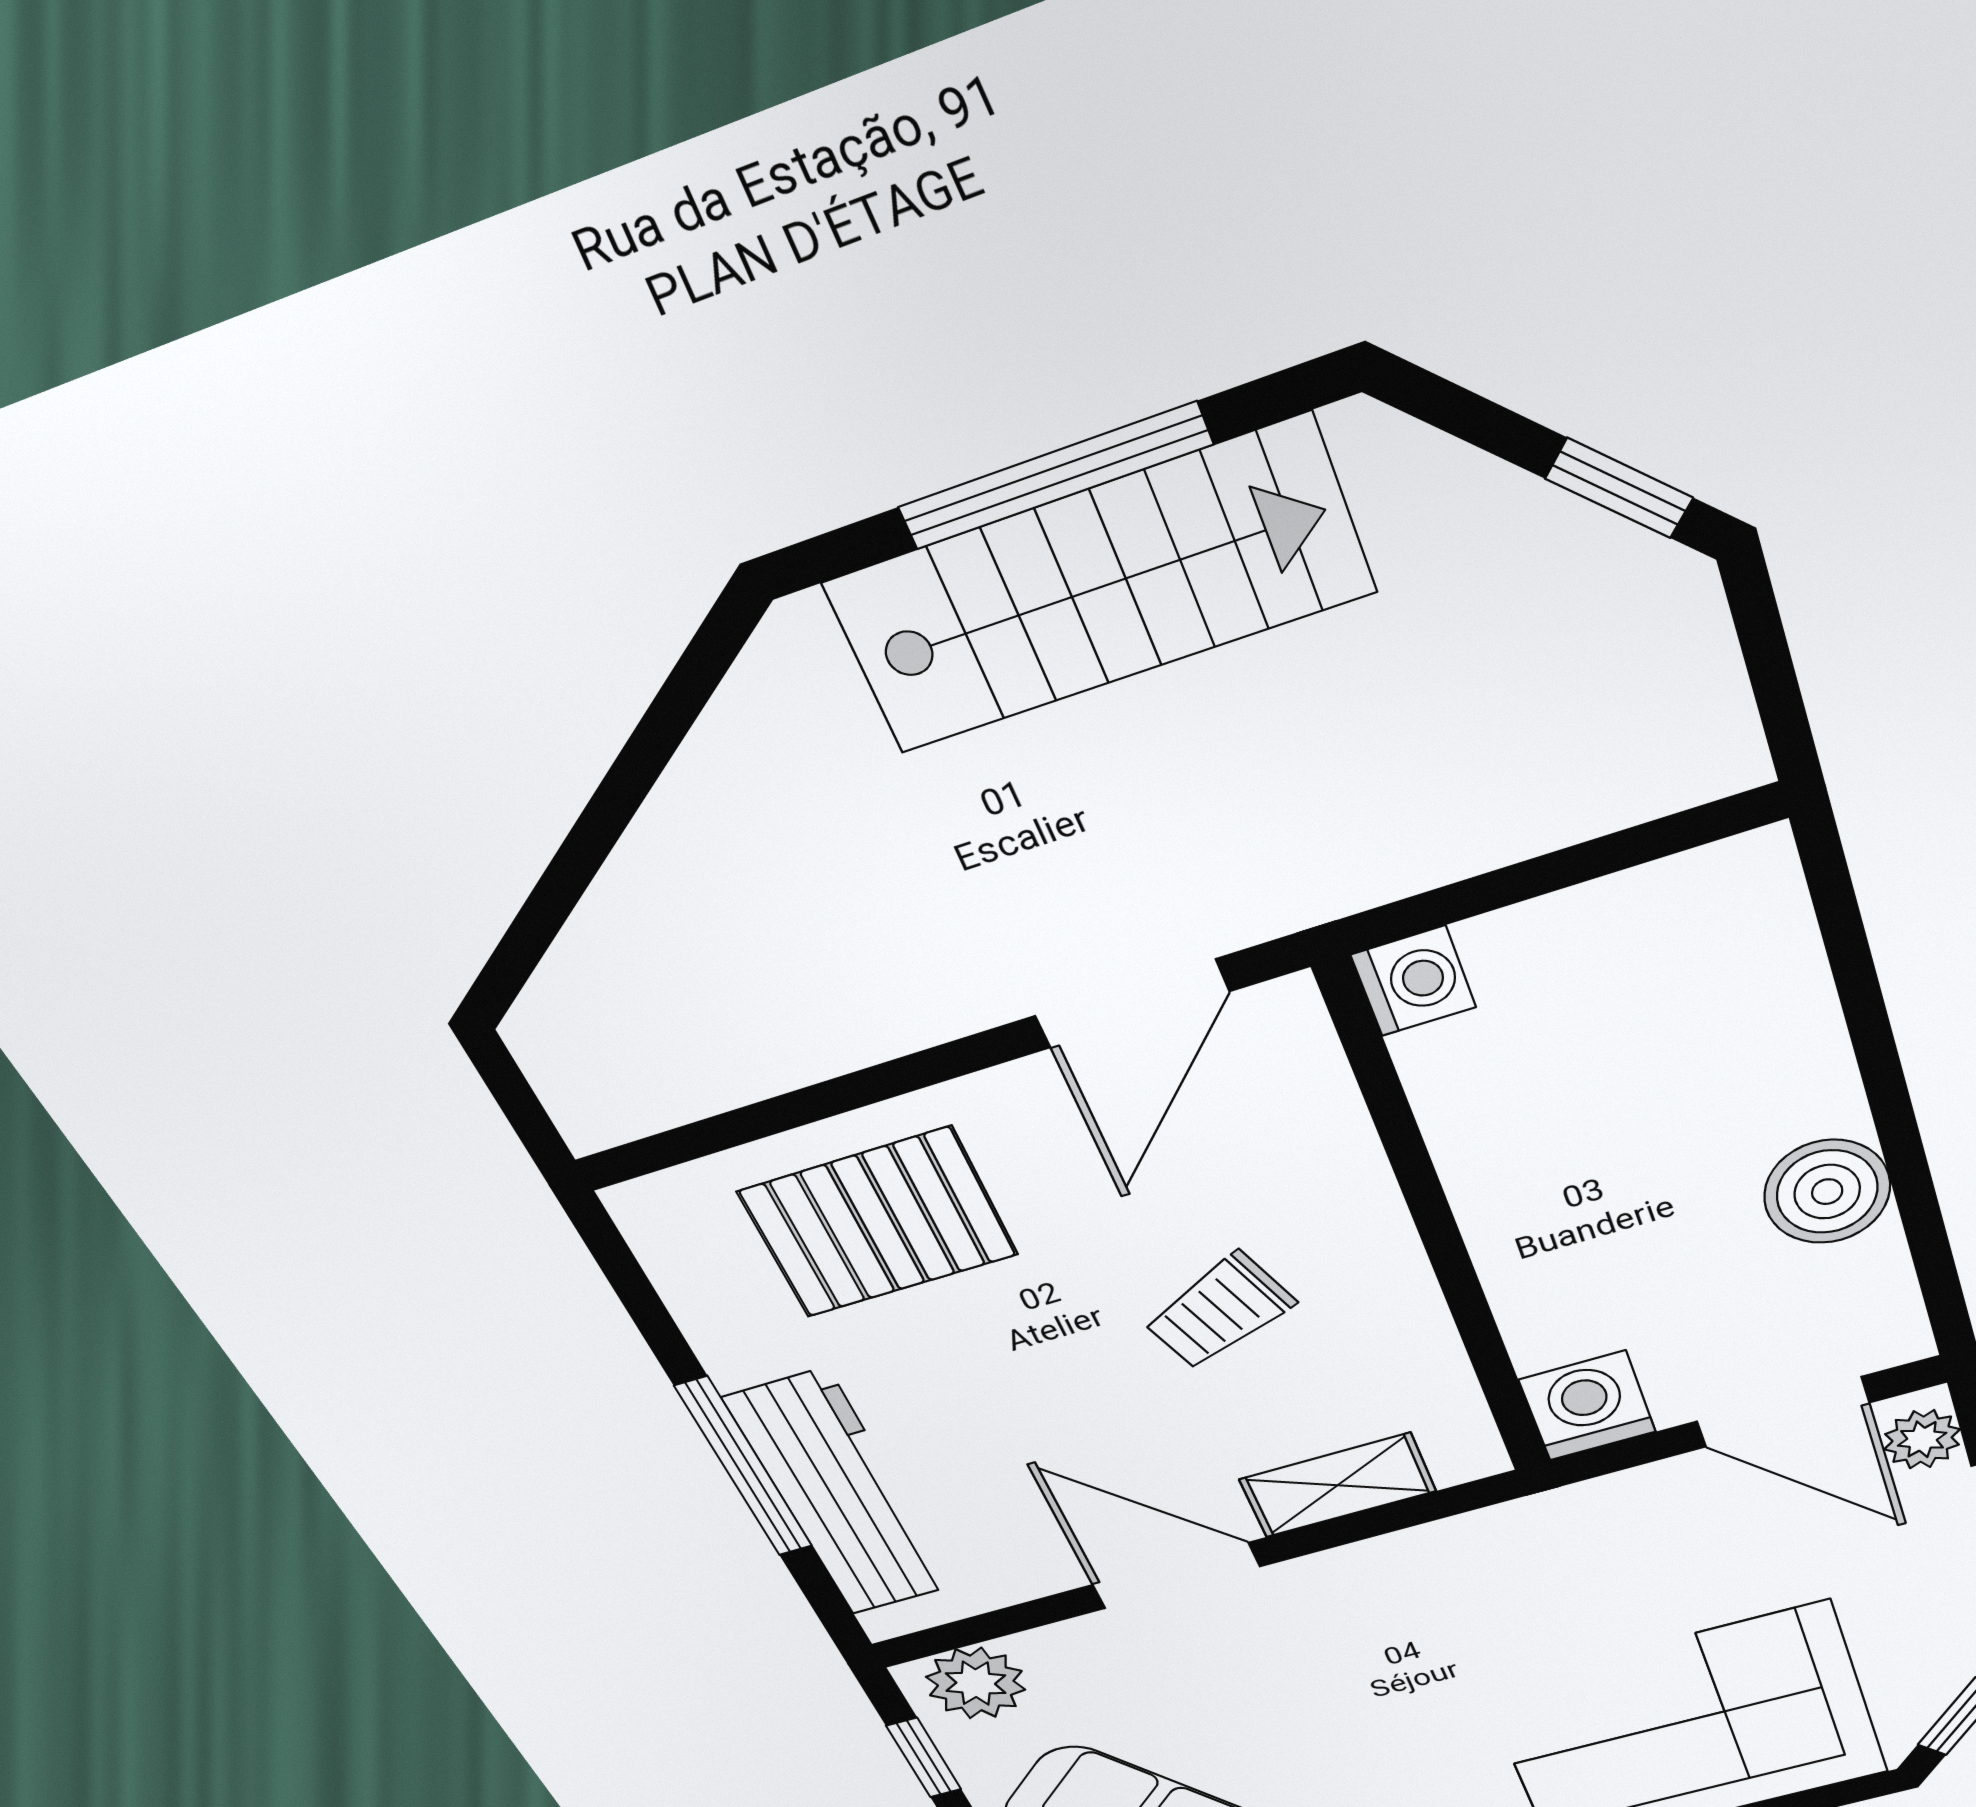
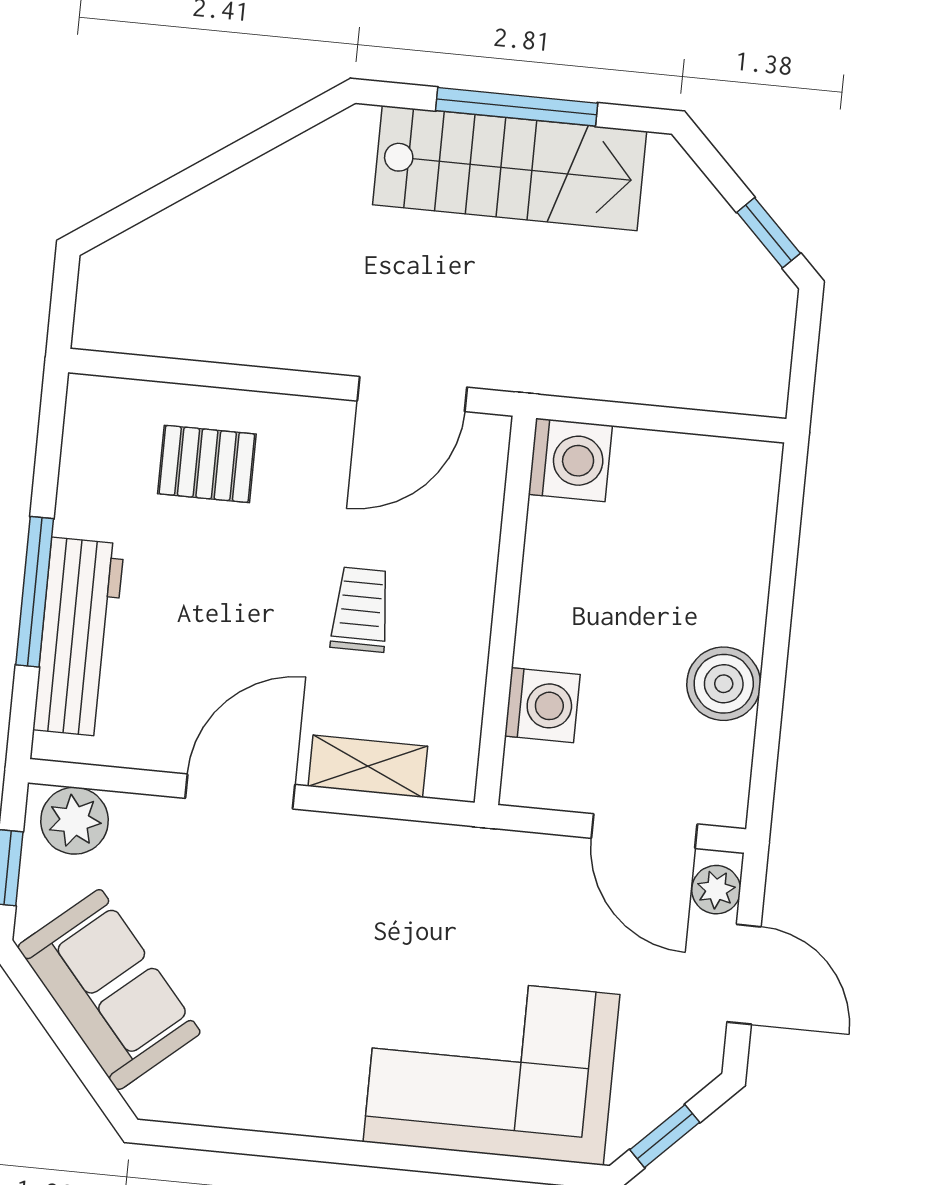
washing machine: (1413, 981) -> (570, 460), width x1.38, depth x1.38
pallet: (878, 1223) -> (207, 464), width x0.67, depth x0.71
trolley: (1219, 1312) -> (361, 610), turned 112
washing machine: (1587, 1406) -> (542, 705), moved, turned 90
door: (1176, 1576) -> (240, 791), hinge flipped

